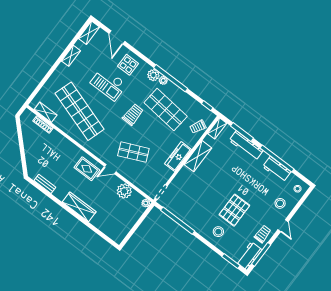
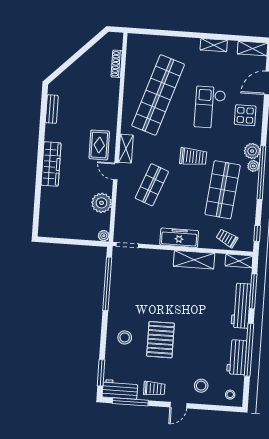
shelving: (46, 112) -> (126, 149), moved
shop shelf: (133, 152) -> (152, 185), turned 45
pallet: (234, 210) -> (160, 340), turned 90

